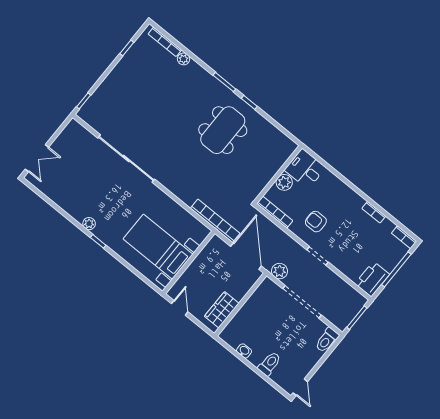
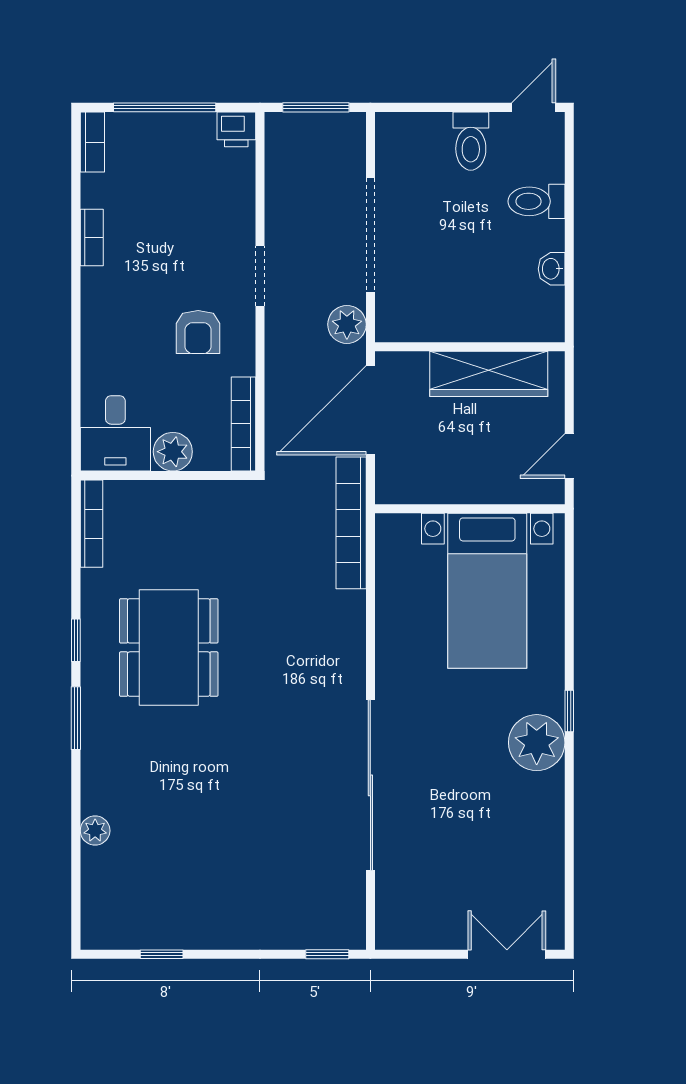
bookcase: (165, 42) -> (92, 524), moved
dining table: (223, 130) -> (169, 647), turned 90
plant: (89, 224) -> (537, 743), width x1.87, depth x1.87
printer: (372, 279) -> (236, 129), width x0.53, depth x0.68
wardrobe: (222, 310) -> (489, 374), width x1.50
toilet: (327, 340) -> (471, 141), moved, turned 90

